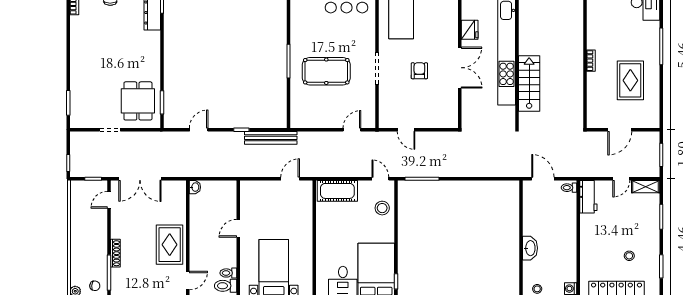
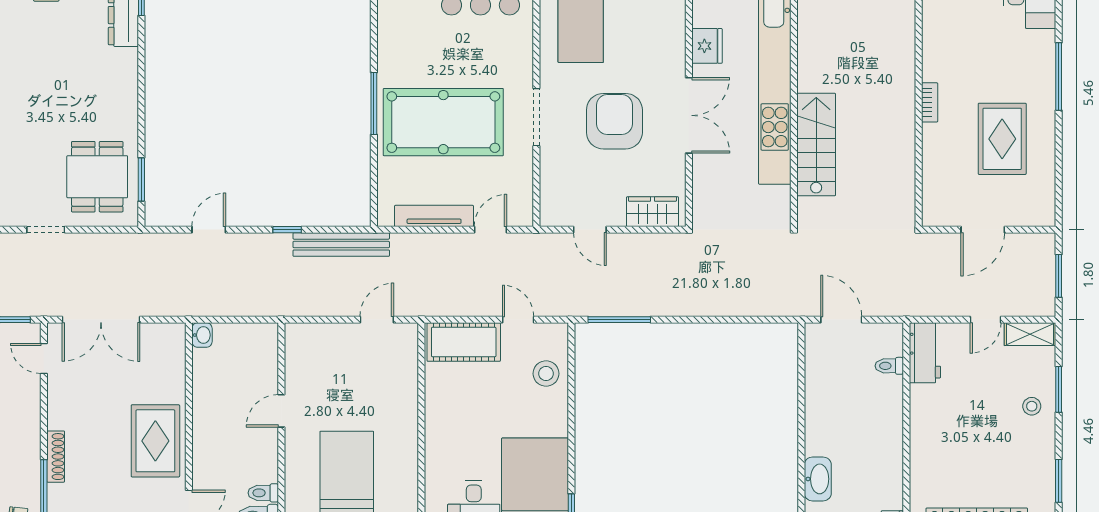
pool table: (326, 71) -> (443, 122), width x1.36, depth x1.32
armchair: (419, 71) -> (614, 121), width x1.88, depth x1.88
wardrobe: (440, 120) -> (652, 212), added
tv unit: (321, 122) -> (434, 216), added
door: (380, 179) -> (518, 320), moved
toilet: (569, 188) -> (889, 366), moved
door: (109, 200) -> (44, 358), hinge flipped
washbasin: (530, 248) -> (818, 479), moved
stool: (629, 256) -> (1032, 406), moved

